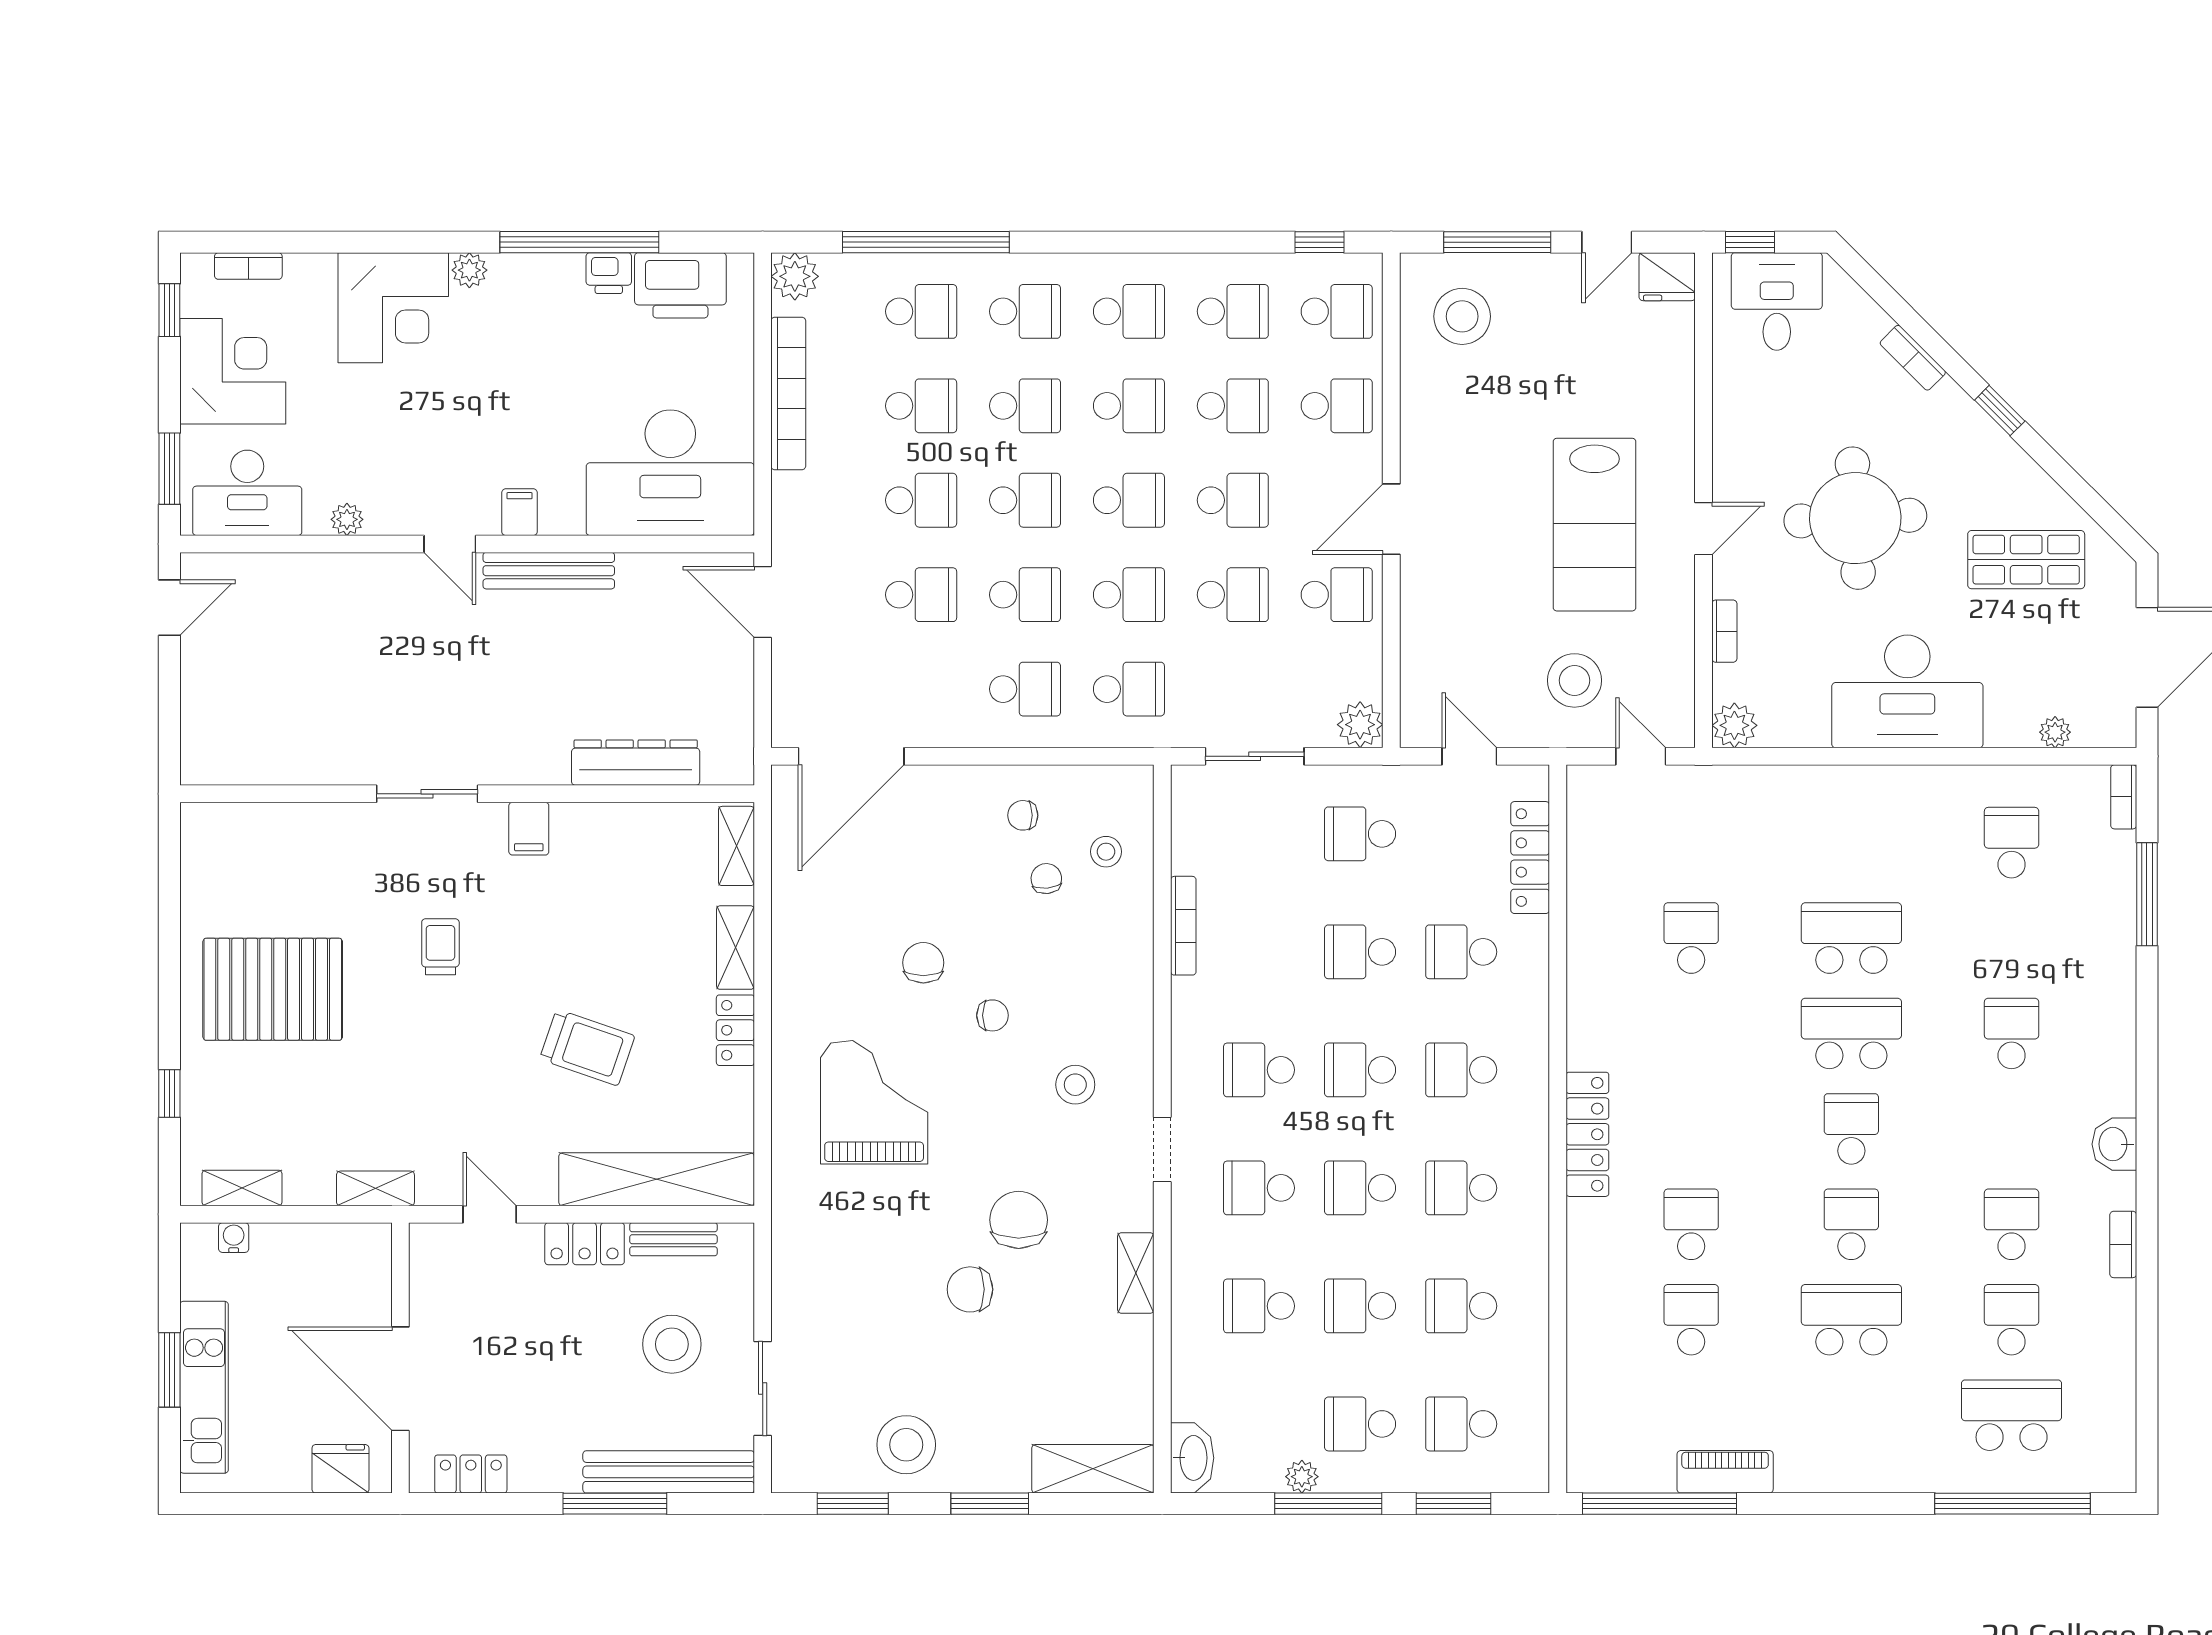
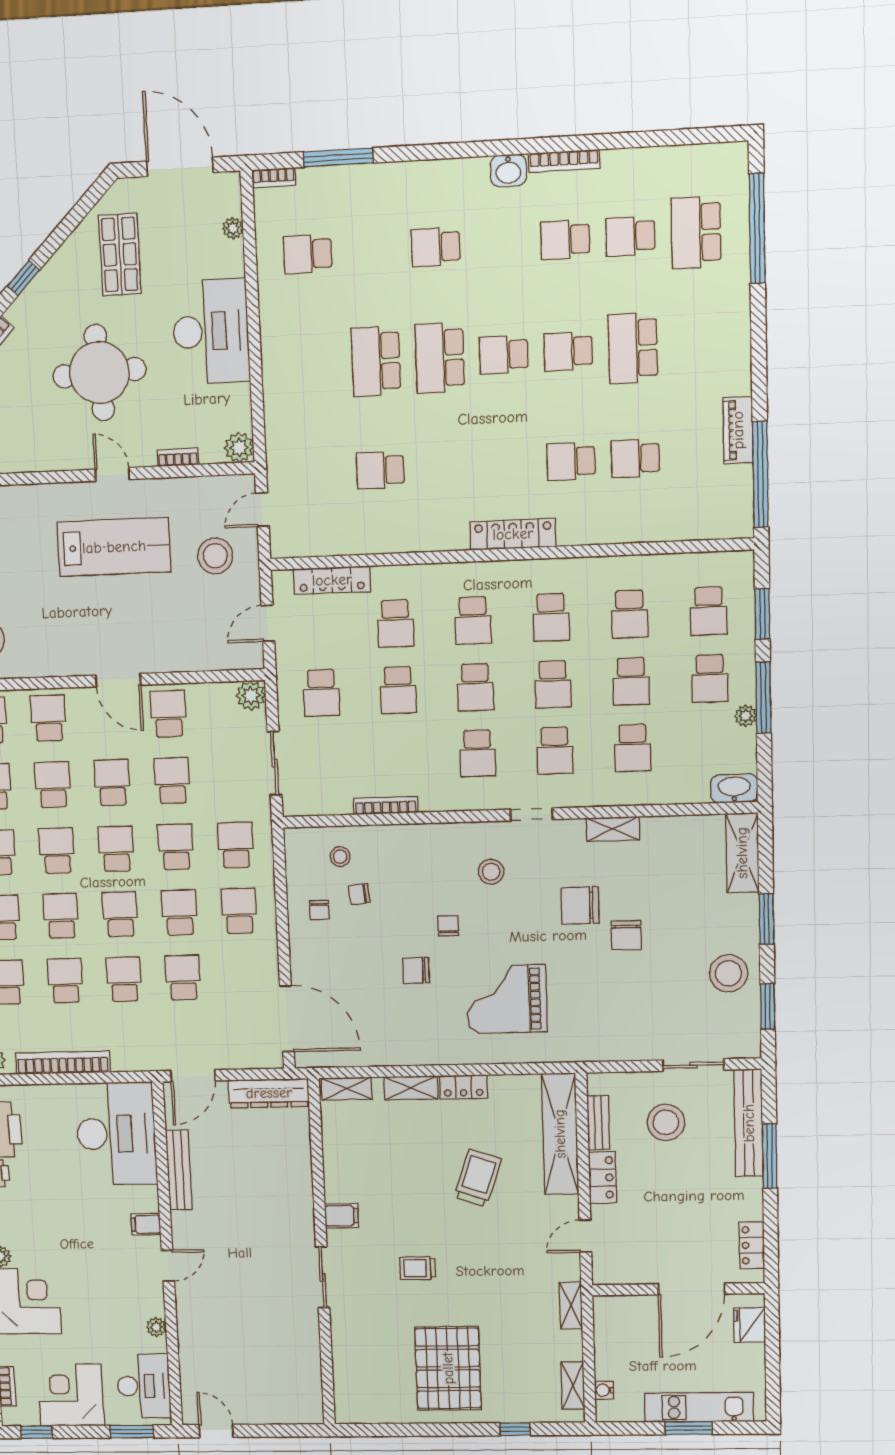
bench: (549, 571) -> (179, 1170), moved
dresser: (636, 763) -> (269, 1093), moved, turned -90
bookcase: (2123, 1244) -> (564, 161), width x1.56

